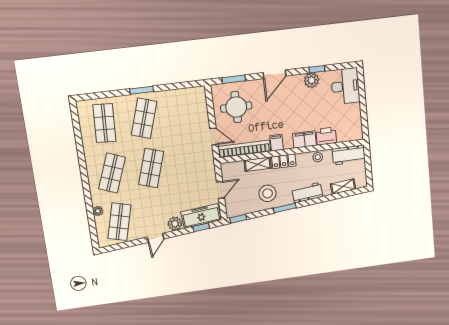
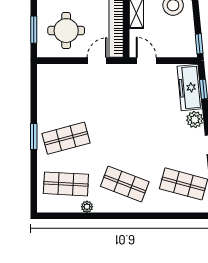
shop shelf: (144, 118) -> (66, 138), turned -33
shop shelf: (151, 168) -> (125, 138), removed
door: (221, 190) -> (146, 61), moved
plant: (98, 211) -> (87, 207), moved

